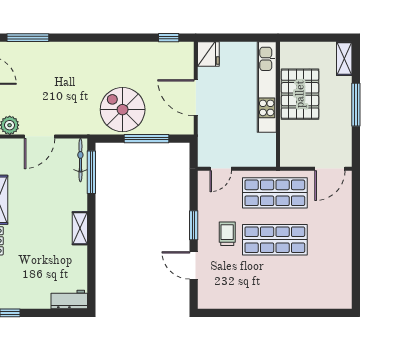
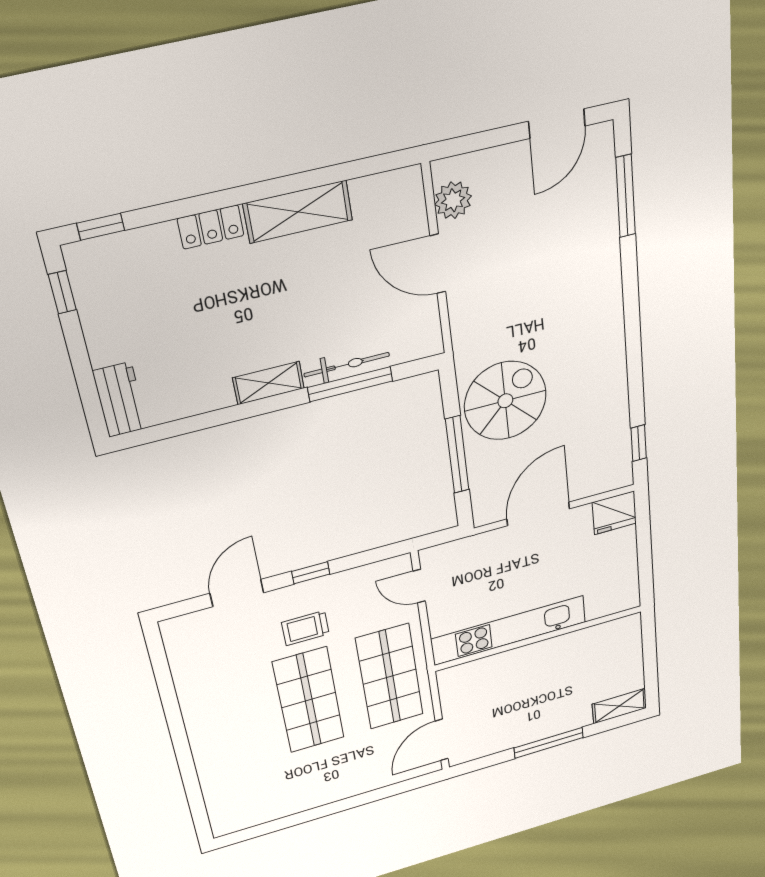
kitchen unit: (267, 87) -> (509, 630), moved
pallet: (300, 94) -> (558, 664), removed
bicycle: (80, 160) -> (347, 365), moved
door: (330, 169) -> (442, 740), hinge flipped
window: (91, 172) -> (350, 384), moved
window: (194, 225) -> (311, 573), width x0.67
trolley: (227, 234) -> (305, 628), turned 180

